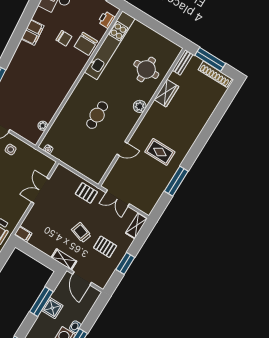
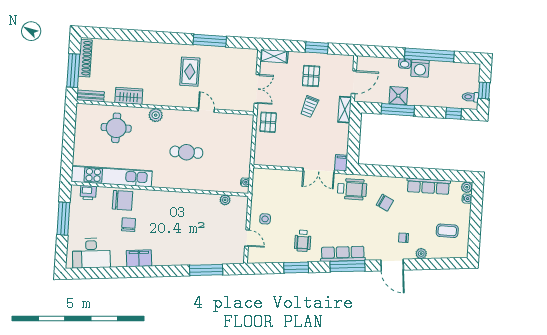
double door: (40, 191) -> (319, 171), moved

